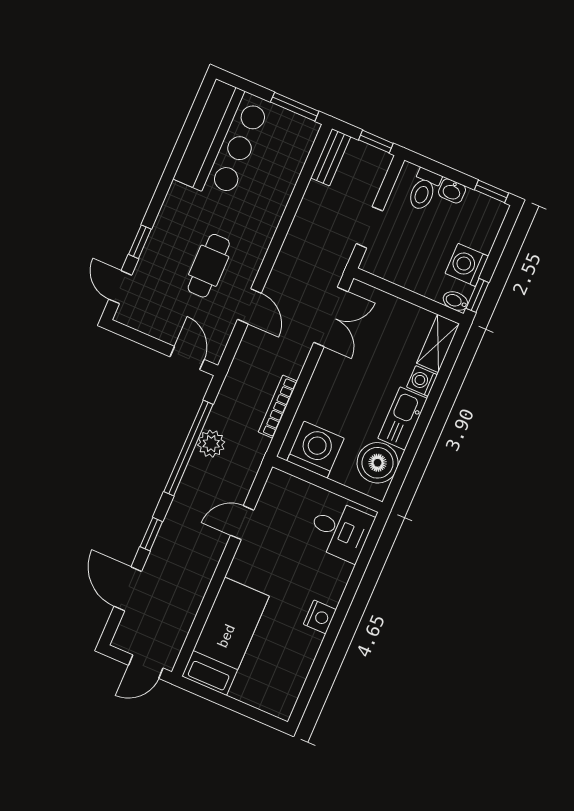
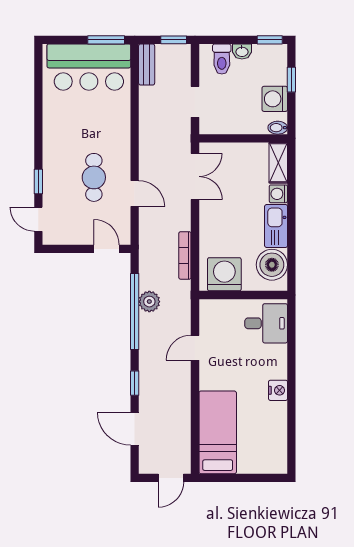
bar counter: (222, 141) -> (89, 67), moved, turned 90
window: (477, 295) -> (291, 80), moved

